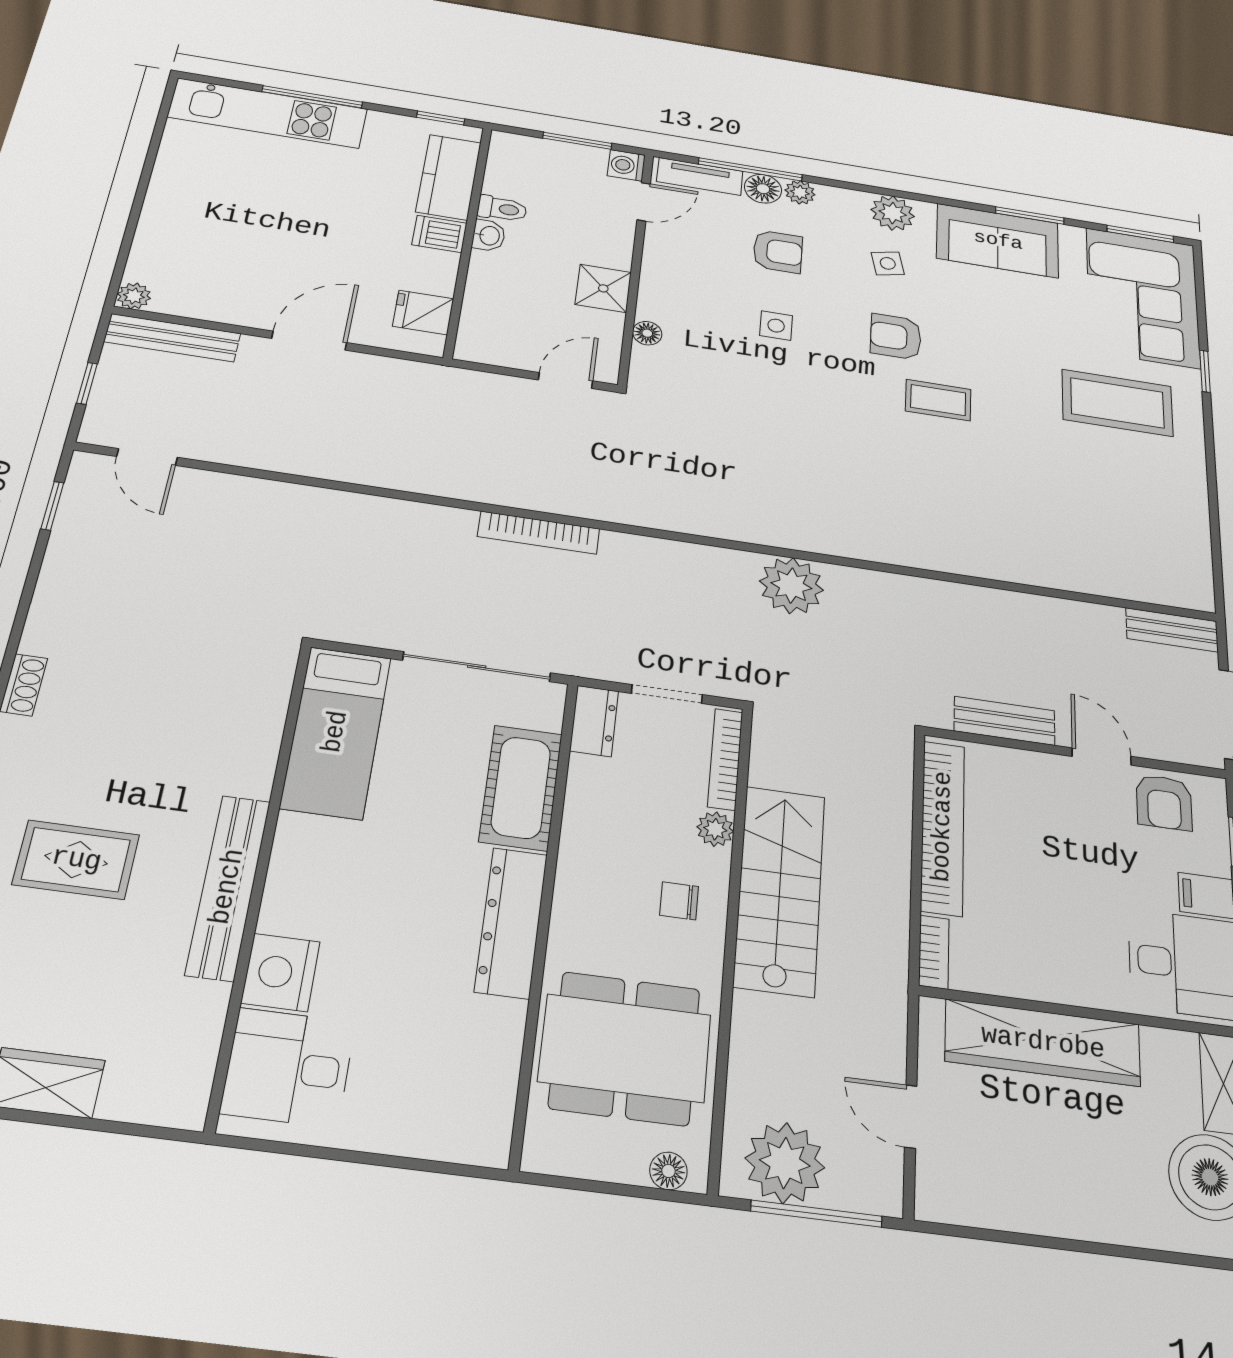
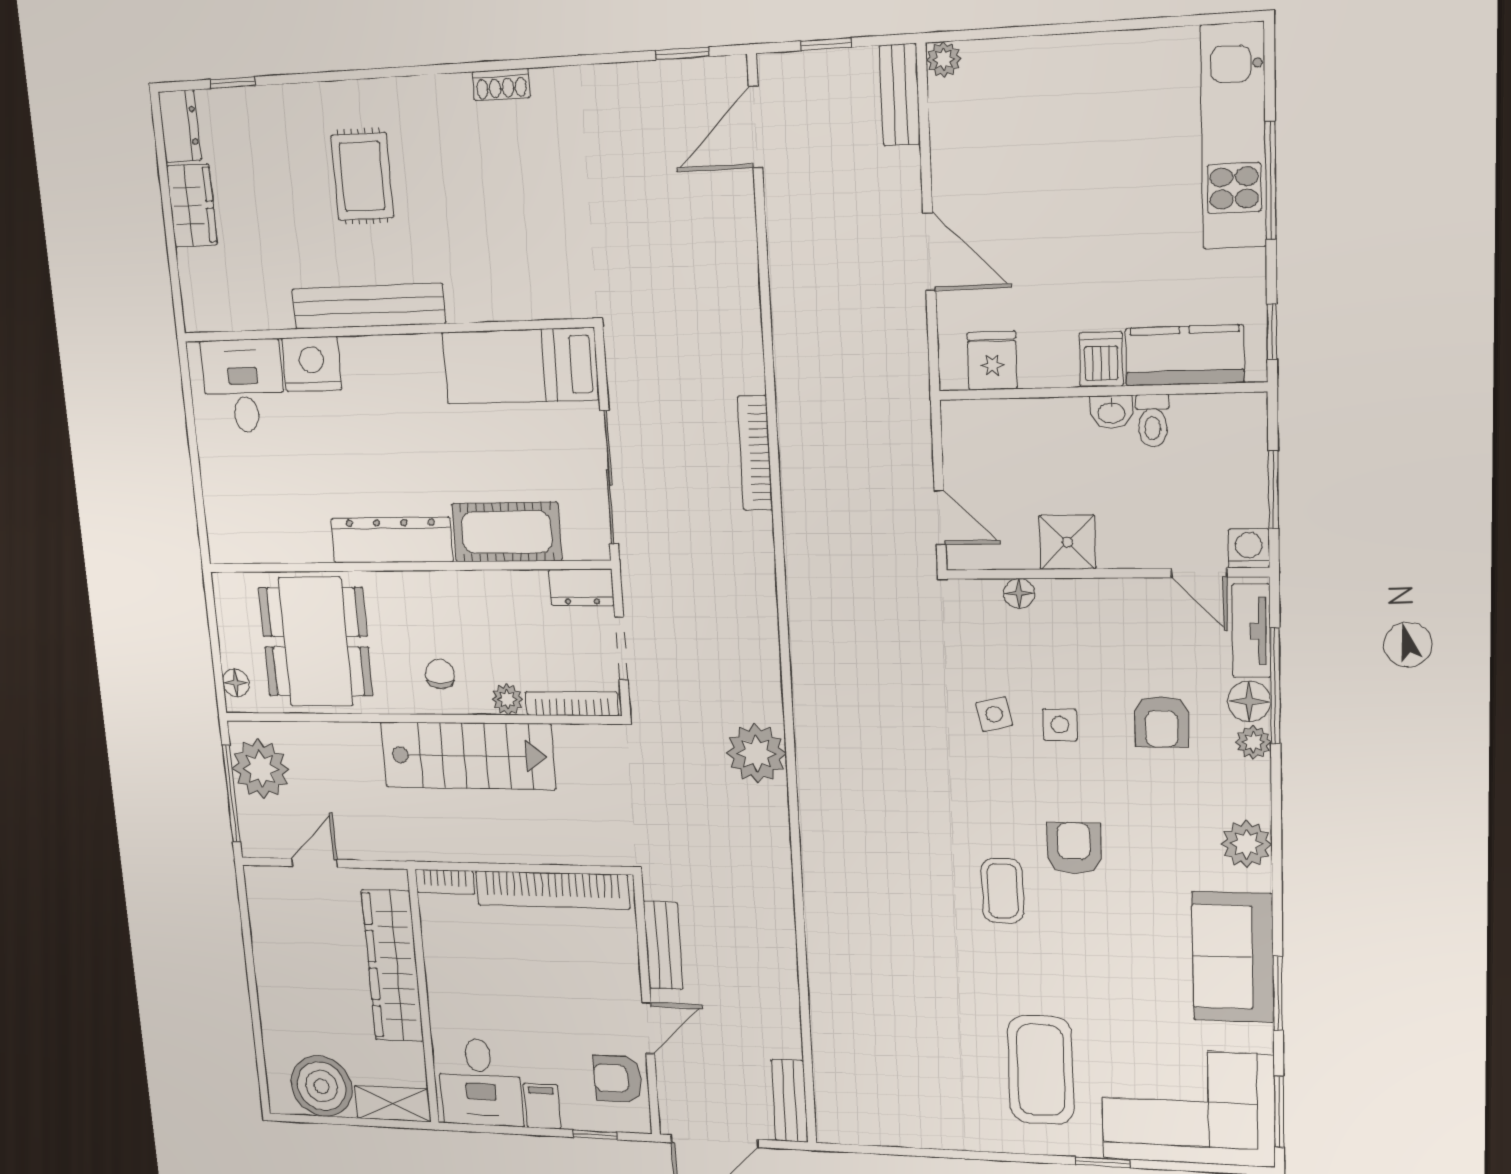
side table: (888, 263) -> (994, 714), moved
bench: (172, 338) -> (900, 95), width x0.73
door: (147, 457) -> (756, 127), width x1.38
bookcase: (539, 533) -> (755, 453), moved

